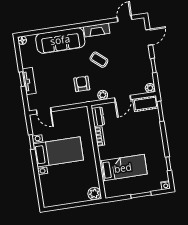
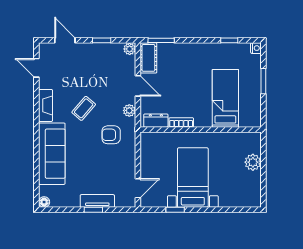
plant: (94, 194) -> (253, 162), moved

